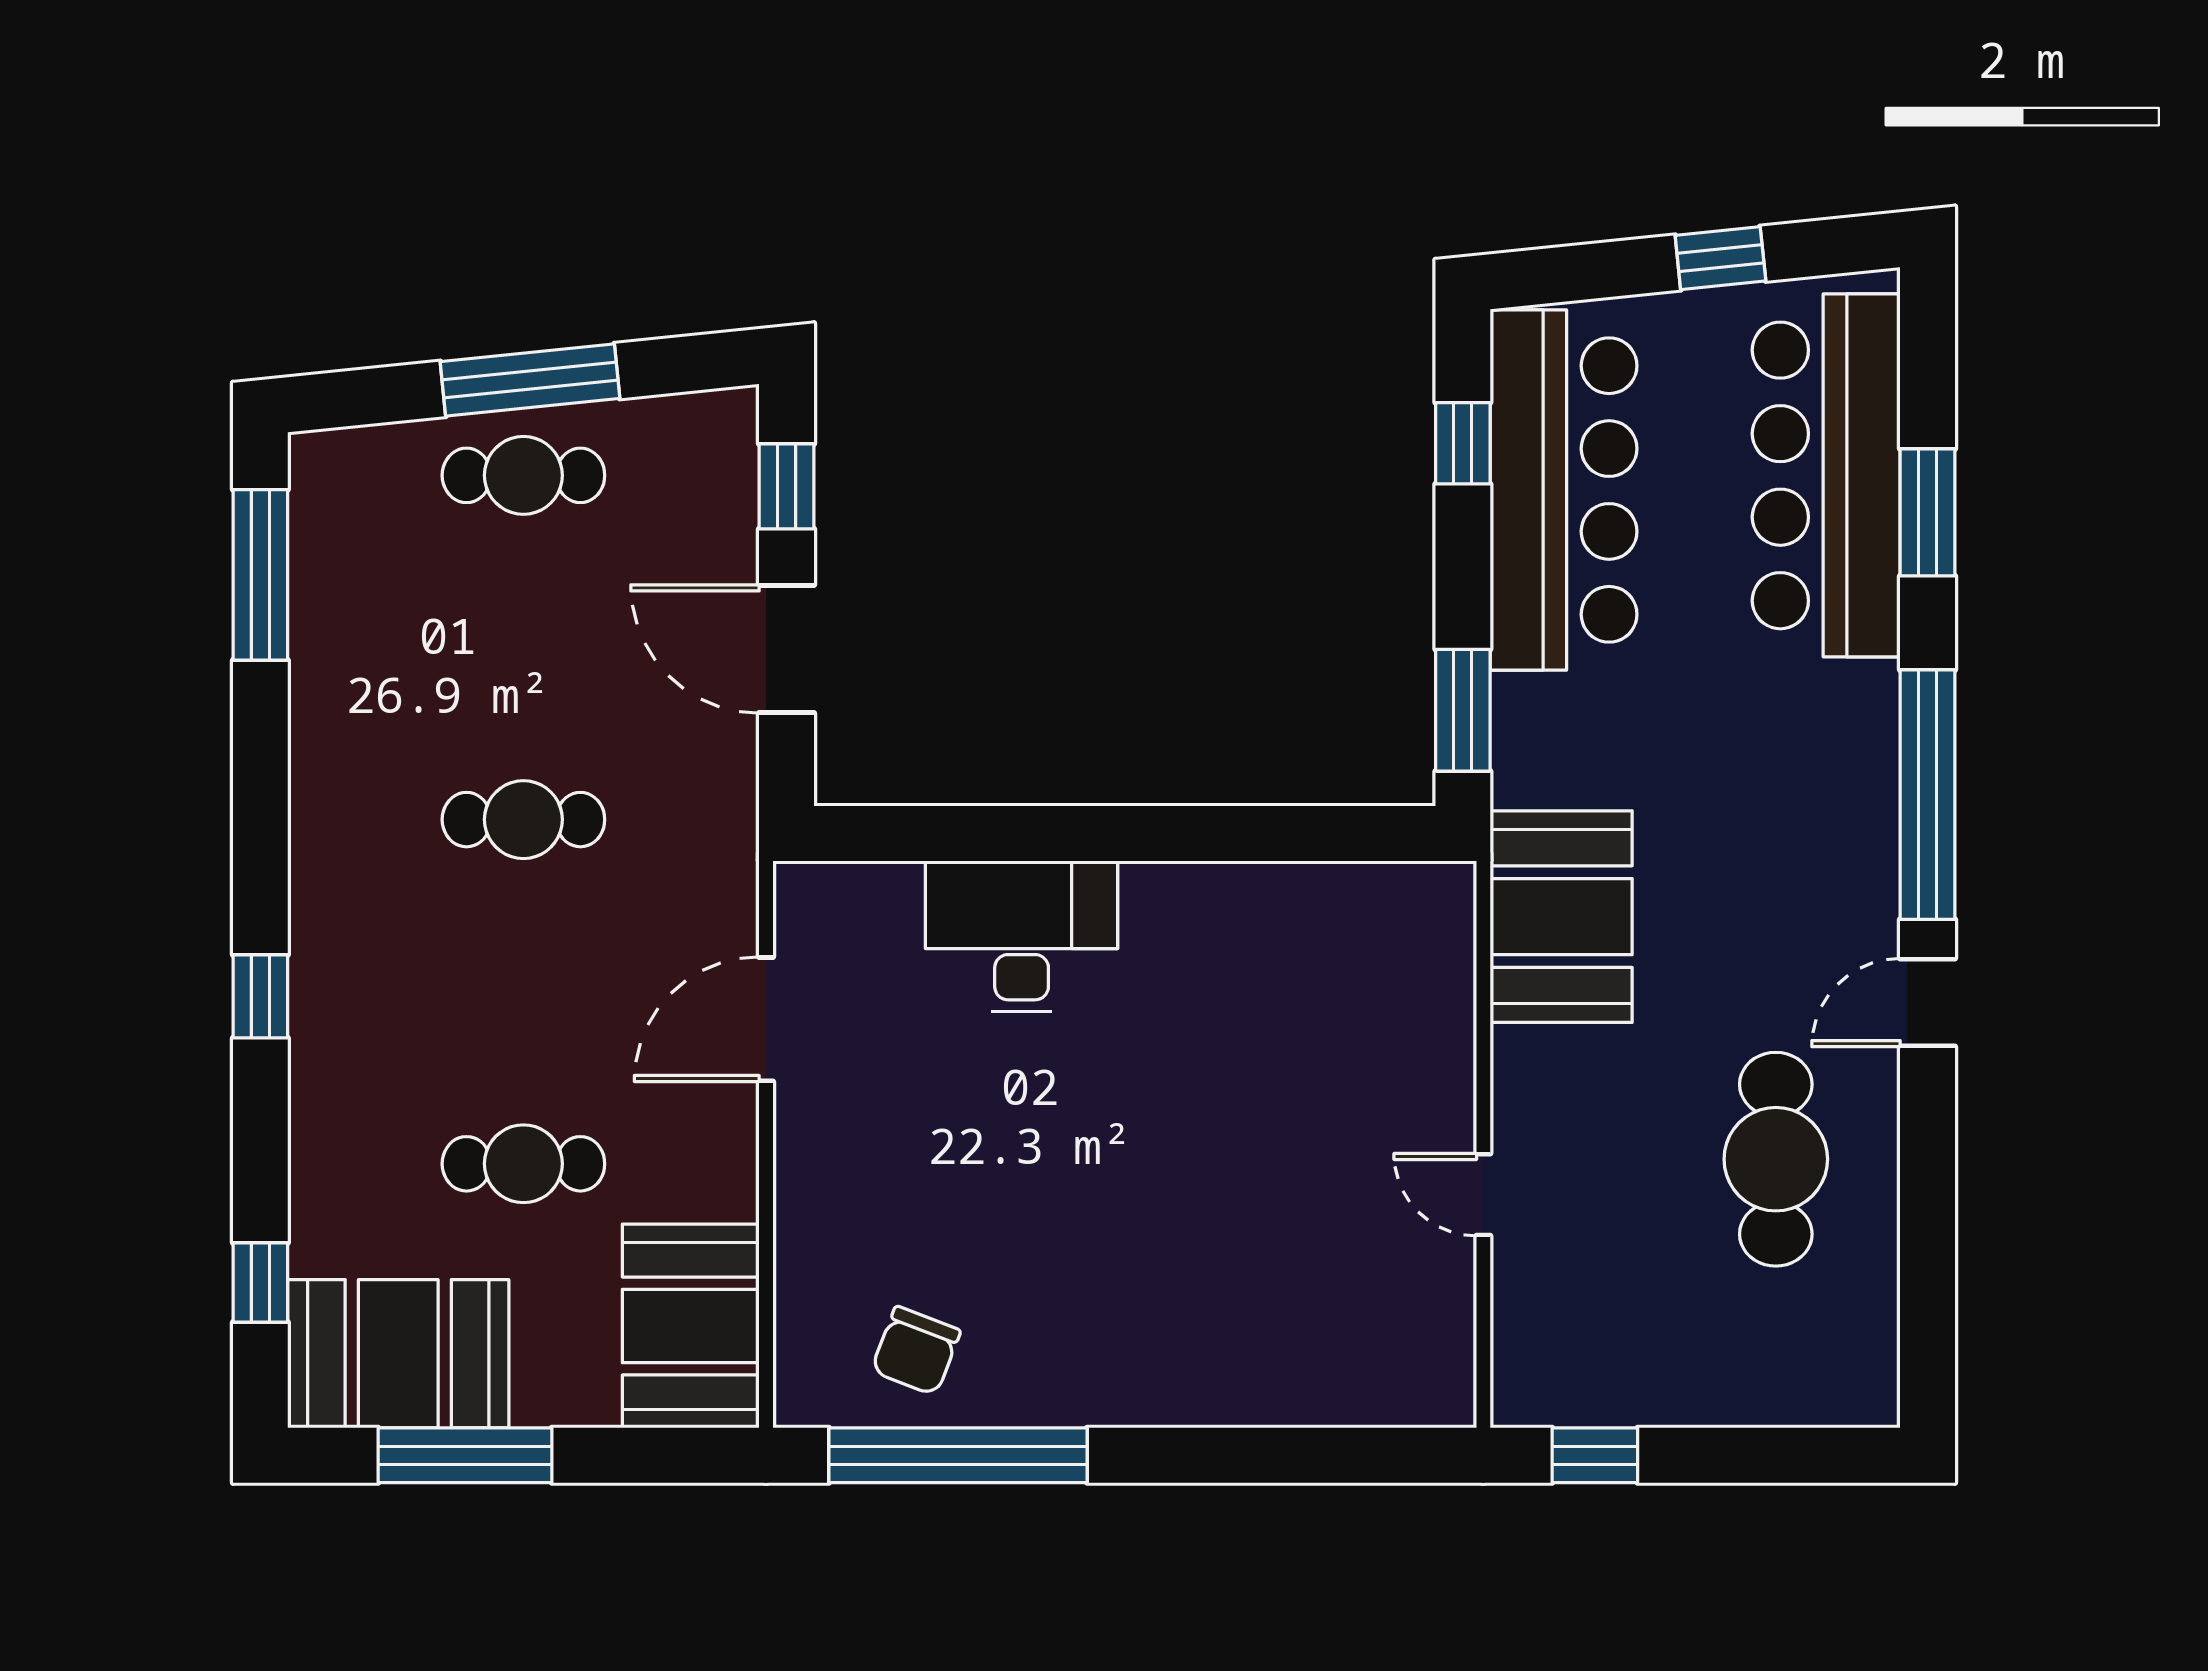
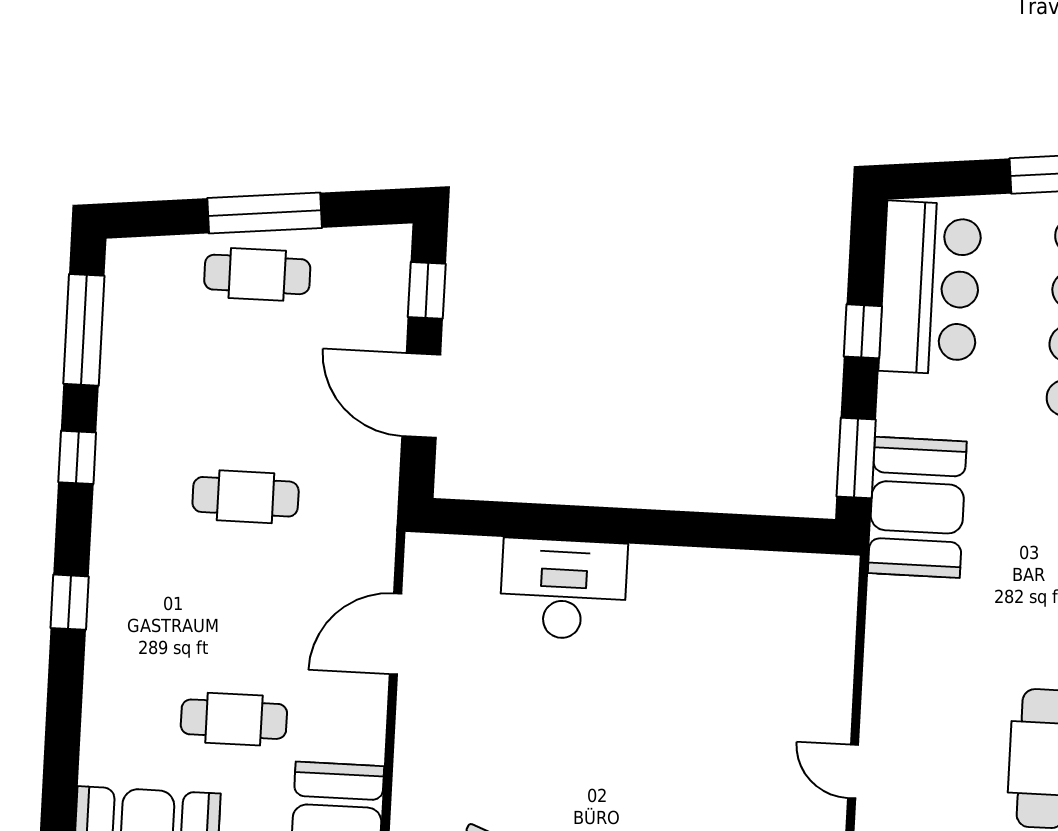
window: (1463, 443) -> (863, 331), moved
bar counter: (1564, 490) -> (930, 288), width x0.73
booth: (1561, 917) -> (917, 507), moved
window: (260, 1282) -> (77, 457), moved

